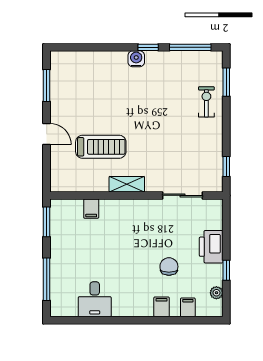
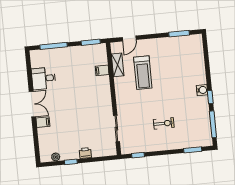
exercise bike: (206, 102) -> (164, 123), moved
door: (47, 134) -> (129, 39), moved
shelving: (127, 184) -> (118, 65), moved
printer: (211, 247) -> (85, 153), width x0.53, depth x0.68
chair: (169, 267) -> (70, 124), removed
filing cabinet: (188, 307) -> (44, 139), removed
double door: (132, 320) -> (32, 104), added

